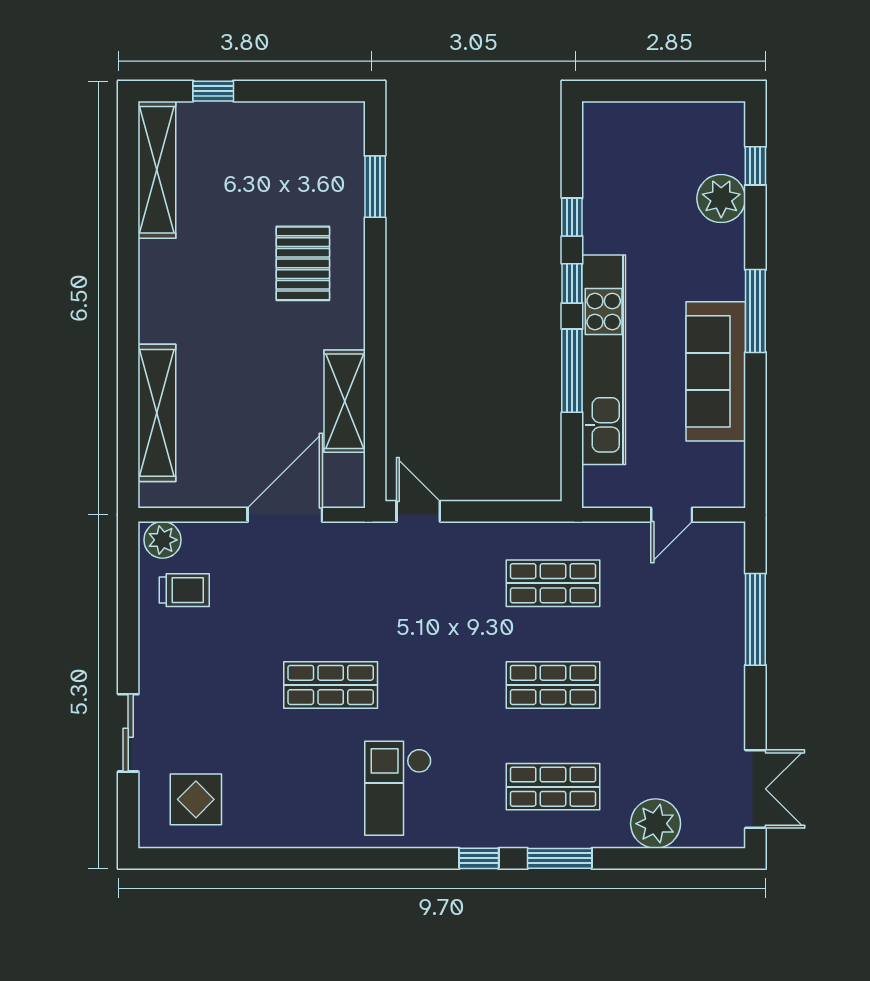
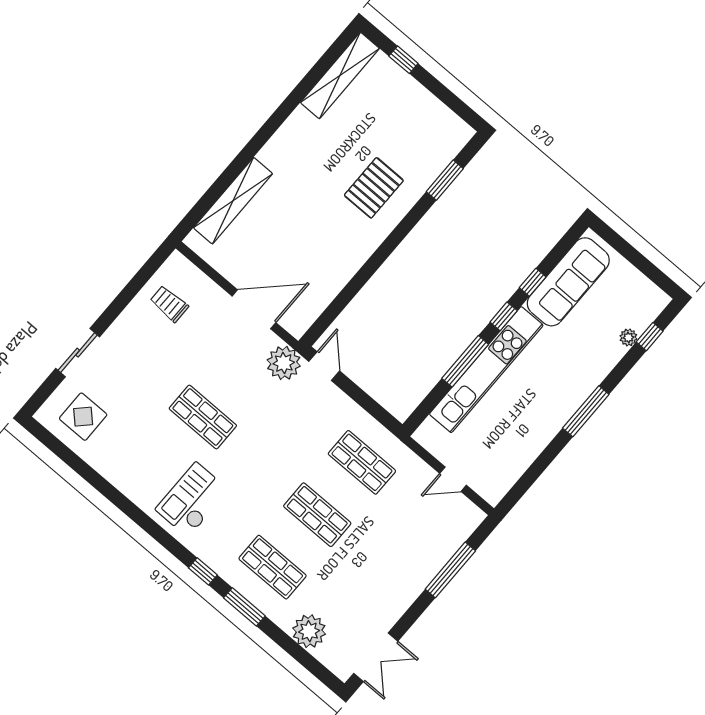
plant: (721, 199) -> (628, 337), width x0.53, depth x0.53
sofa: (716, 371) -> (568, 282), moved, turned 180
shelving: (345, 401) -> (335, 277), removed
plant: (163, 540) -> (284, 363), moved, width x1.36, depth x1.36
trolley: (184, 590) -> (169, 304), turned 180

